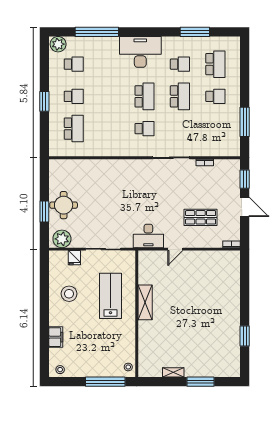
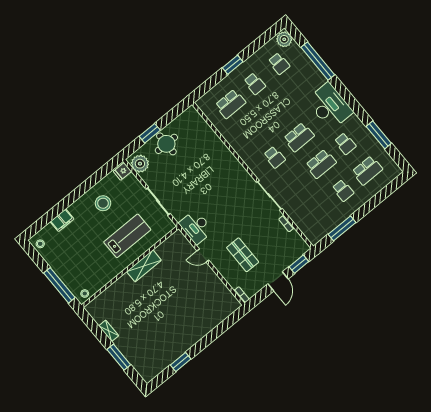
fridge: (74, 258) -> (122, 171), moved

